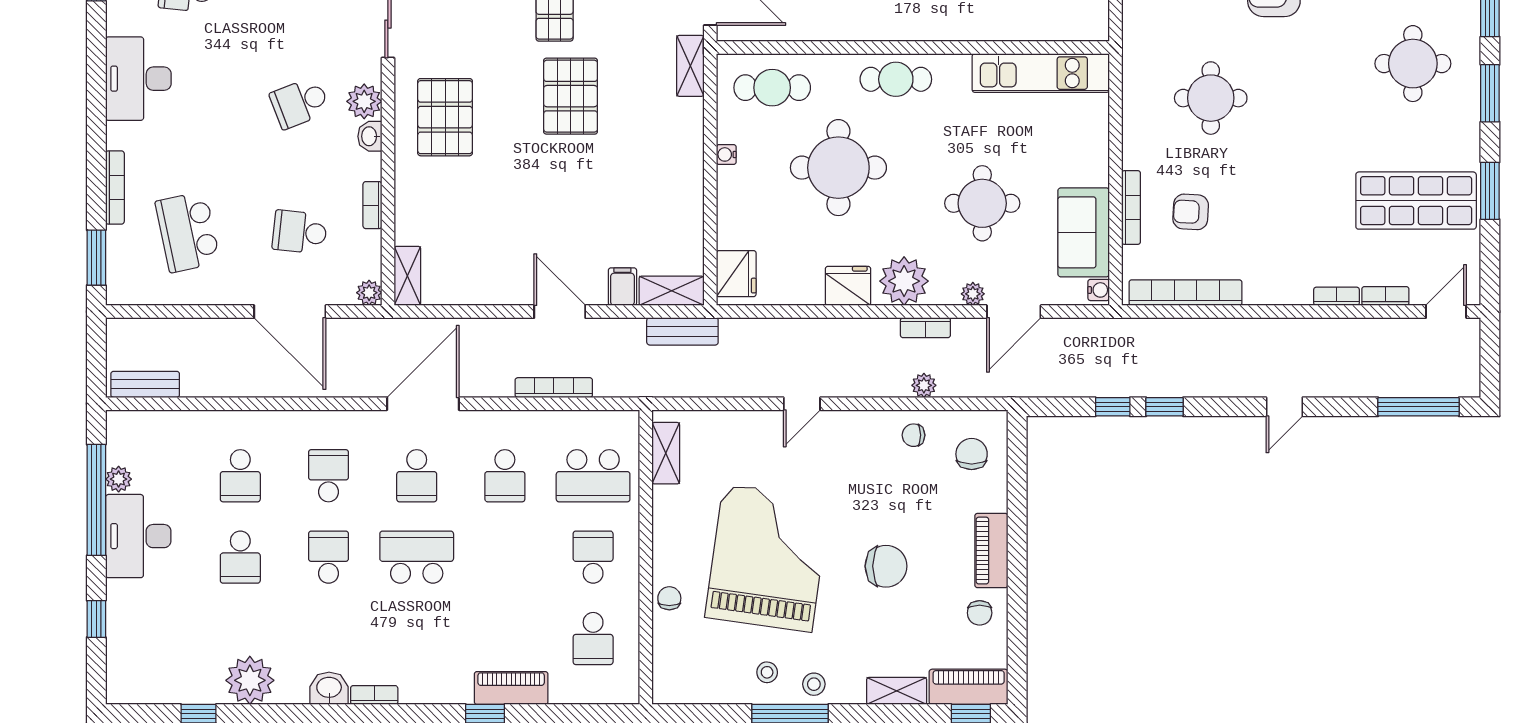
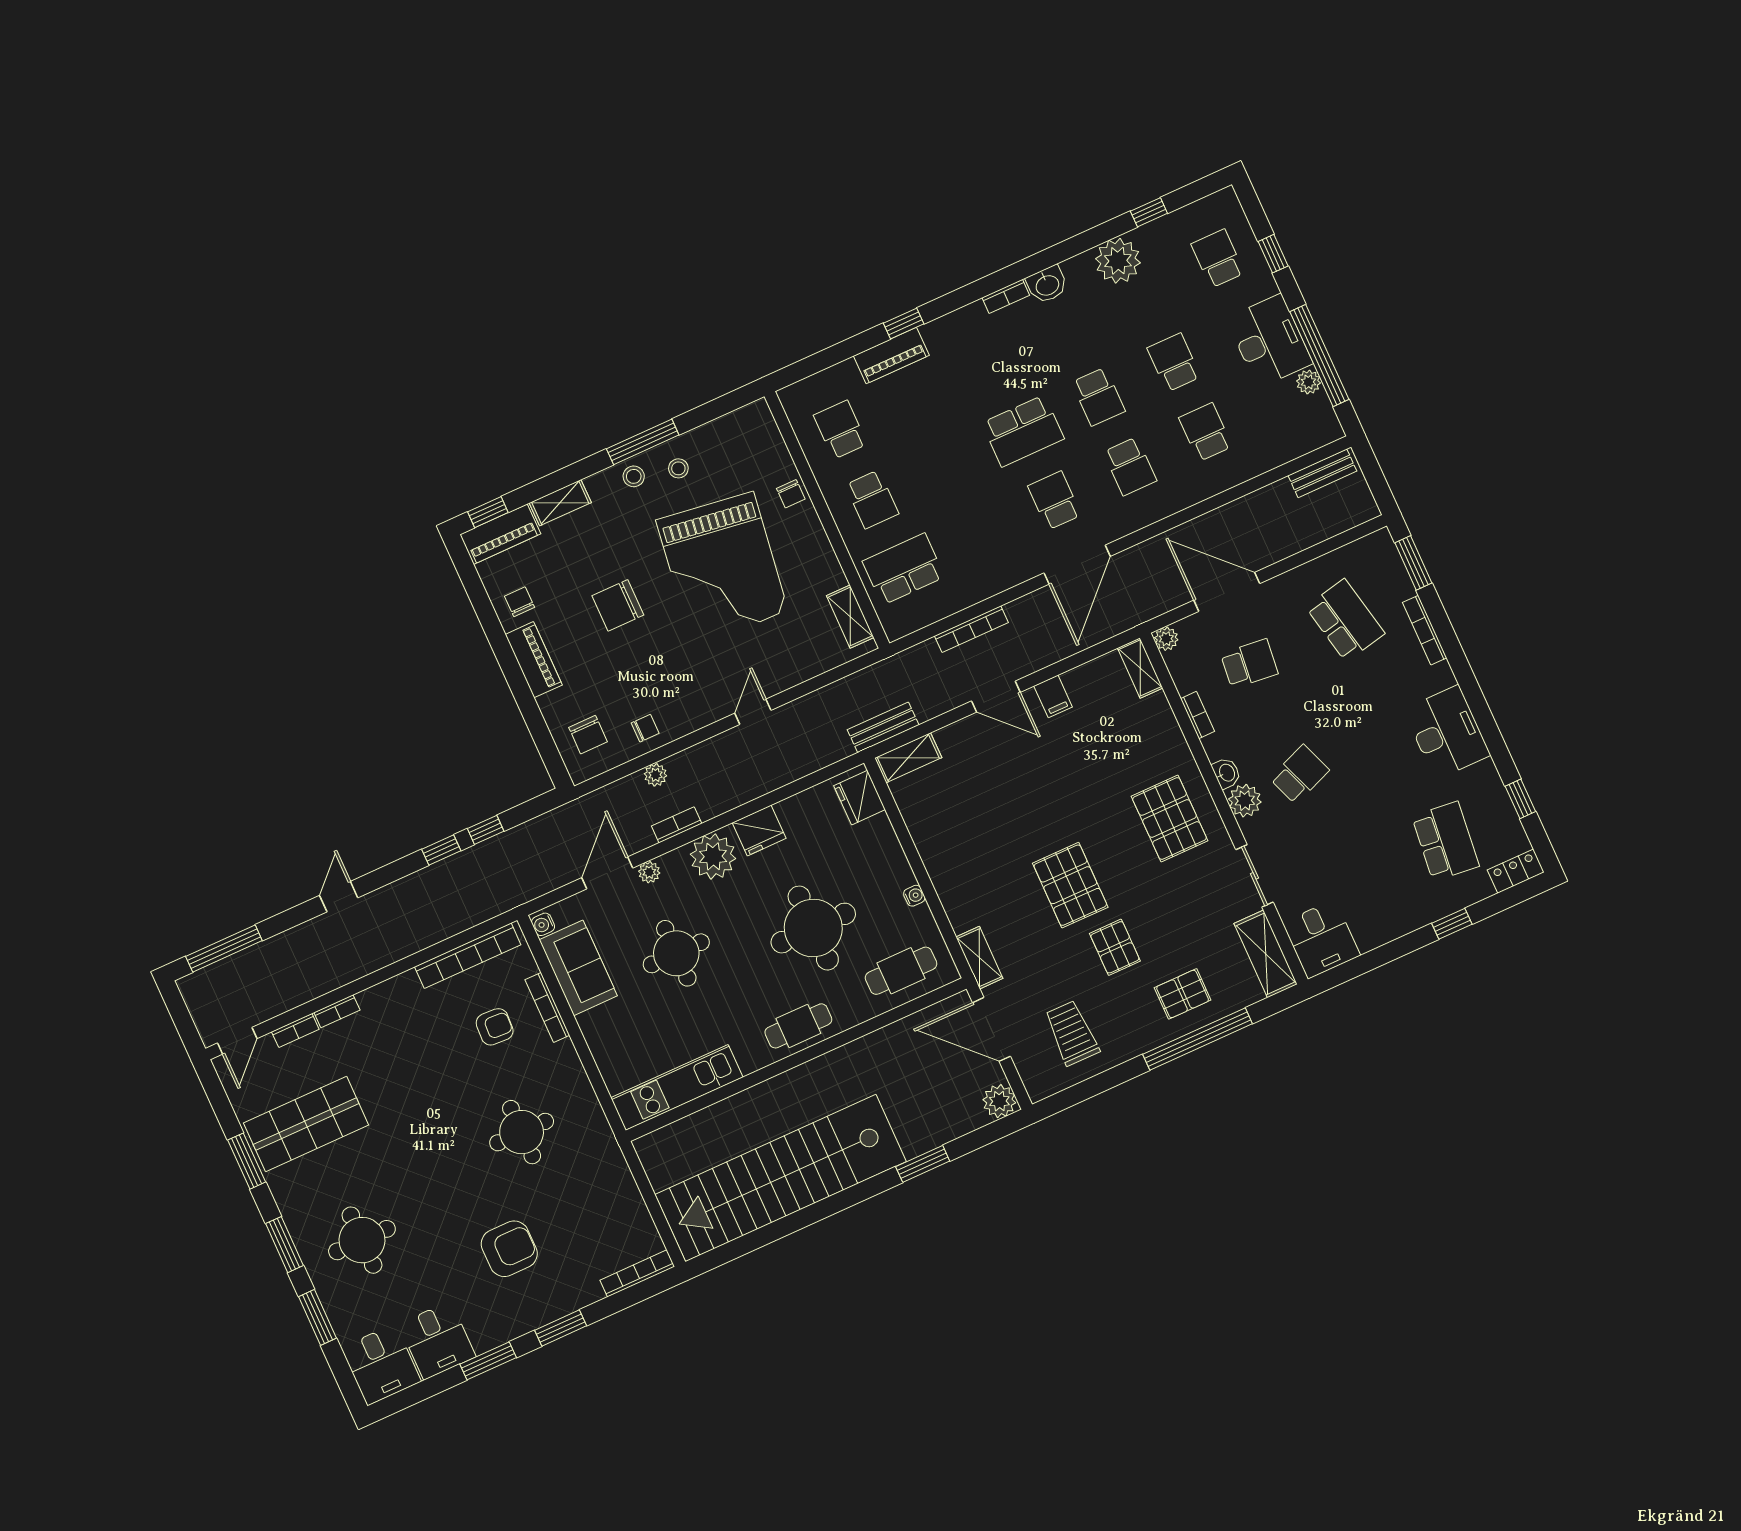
filing cabinet: (622, 287) -> (1053, 696), moved
school desk: (505, 476) -> (1218, 259), moved

